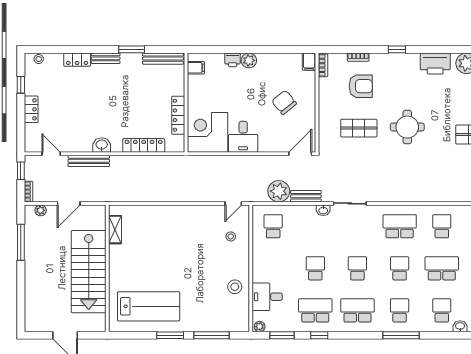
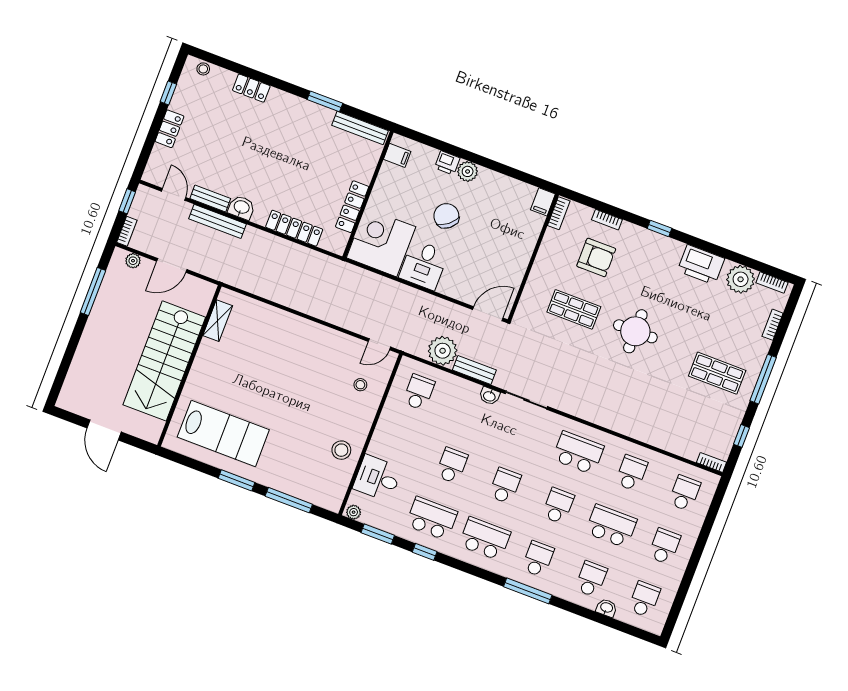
bench: (106, 58) -> (210, 198), moved
chair: (284, 102) -> (446, 216), moved

